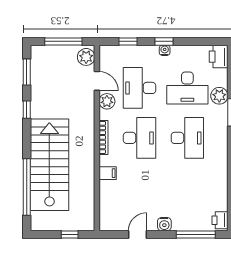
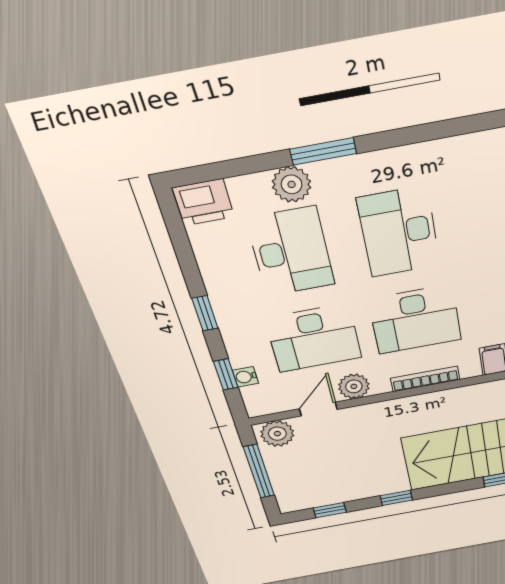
water cooler: (165, 50) -> (245, 377), moved
window: (27, 72) -> (330, 510), width x0.67
desk: (140, 138) -> (415, 320), turned 180
desk: (187, 138) -> (399, 232), turned -90

